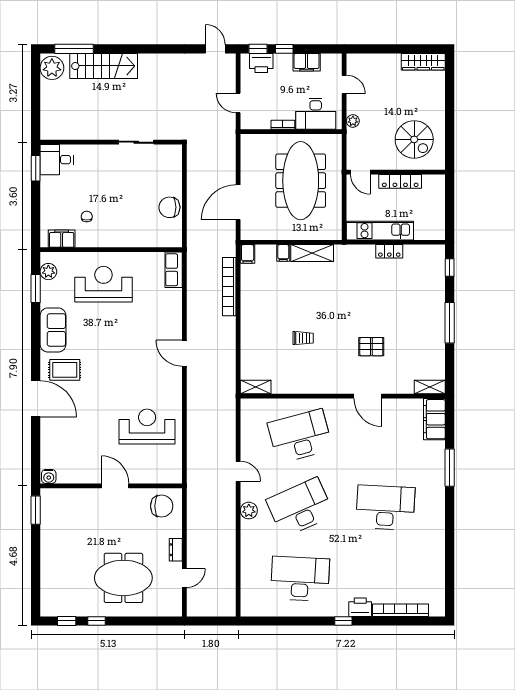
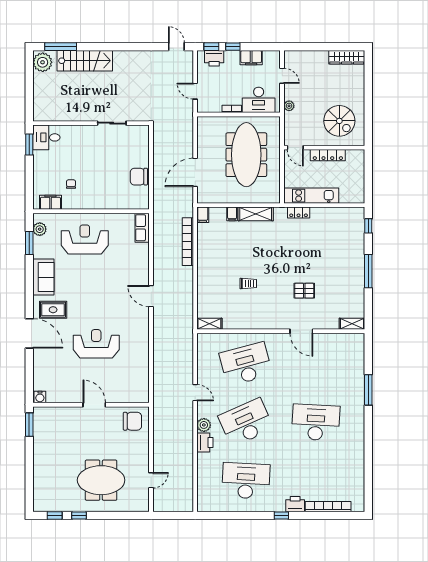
locker: (389, 251) -> (299, 213), moved
filing cabinet: (434, 419) -> (356, 350), removed
reception desk: (147, 426) -> (96, 344), moved
printer: (250, 532) -> (205, 442), added
dresser: (176, 550) -> (144, 457), removed

